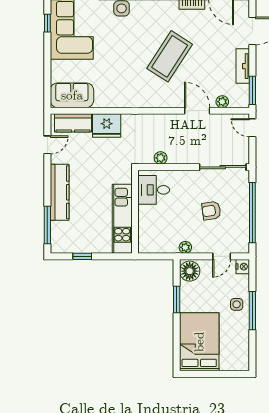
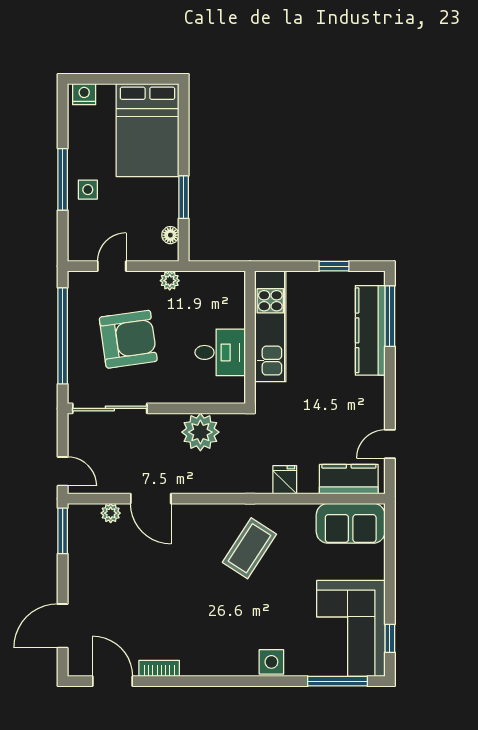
coffee table: (170, 56) -> (249, 548), moved, width x0.73, depth x0.76
tv unit: (243, 66) -> (78, 570), removed
fridge: (107, 126) -> (285, 480), width x0.53, depth x0.75
plant: (161, 158) -> (200, 432), width x1.88, depth x1.88
desk: (154, 190) -> (220, 352), moved
kitchen counter: (60, 192) -> (370, 330), moved
armchair: (211, 211) -> (128, 339), width x1.88, depth x1.88
nightstand: (243, 267) -> (84, 94), moved, turned 90
floor lamp: (190, 271) -> (170, 235), width x0.53, depth x0.53

